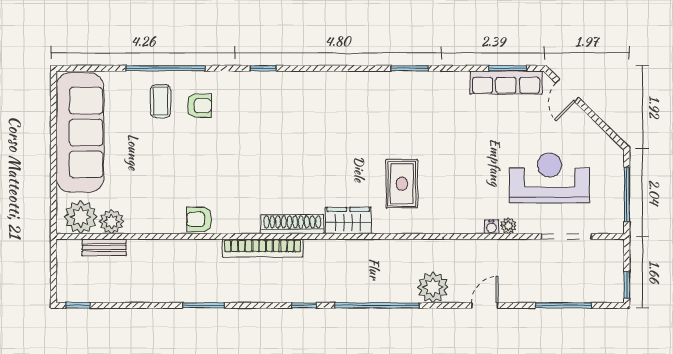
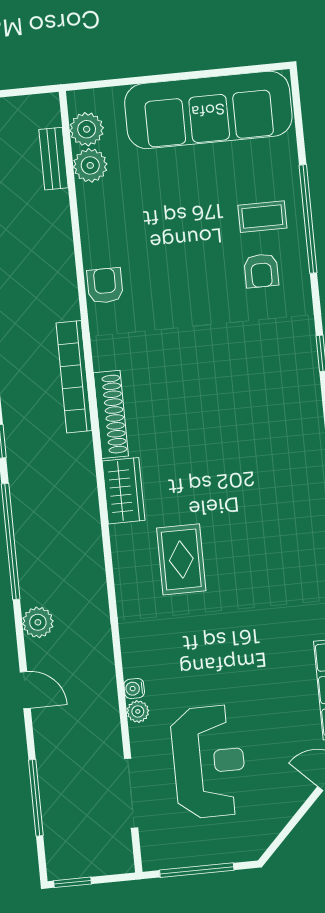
rug: (402, 184) -> (181, 559), turned 90
plant: (81, 217) -> (87, 129), width x0.73, depth x0.73
plant: (433, 287) -> (38, 622), width x0.73, depth x0.73

